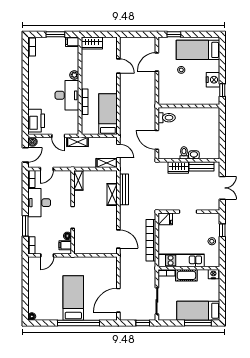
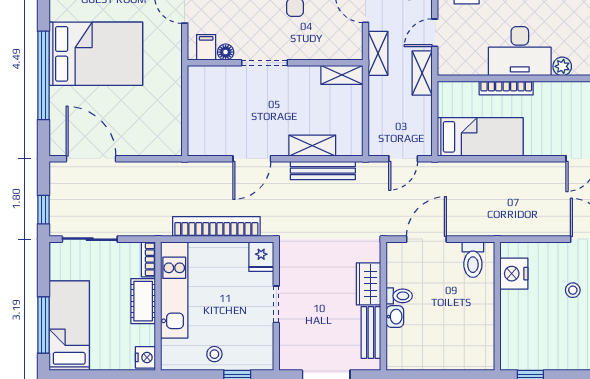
nightstand: (213, 80) -> (514, 274), moved, turned 90
shelving: (107, 163) -> (378, 53), moved
door: (118, 239) -> (252, 159), moved
bed: (73, 298) -> (96, 54), width x1.50

